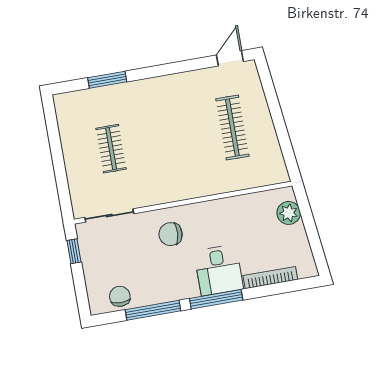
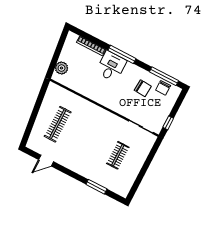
door: (230, 58) -> (46, 161), moved
chair: (171, 234) -> (143, 88), moved
window: (153, 310) -> (164, 76), moved

